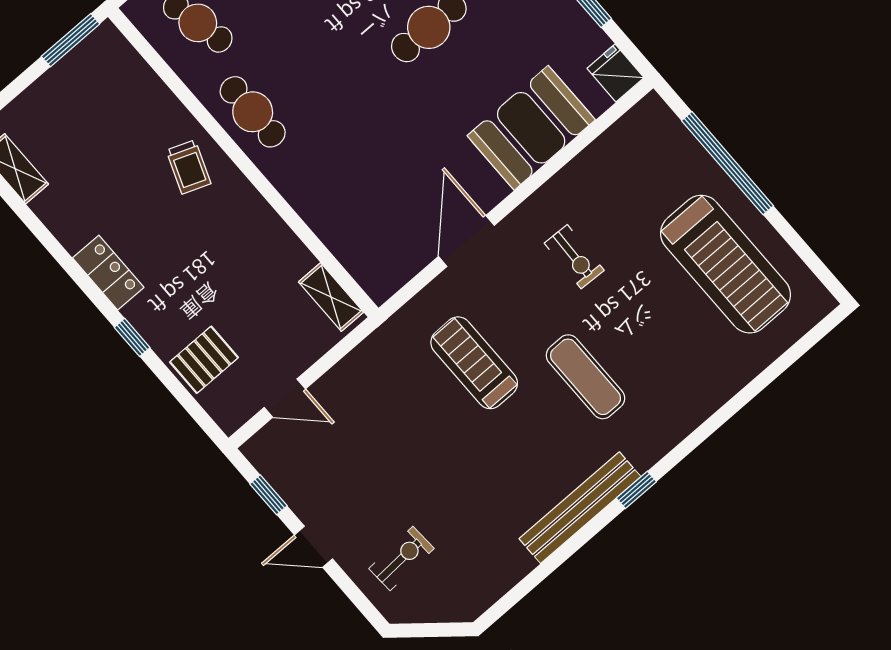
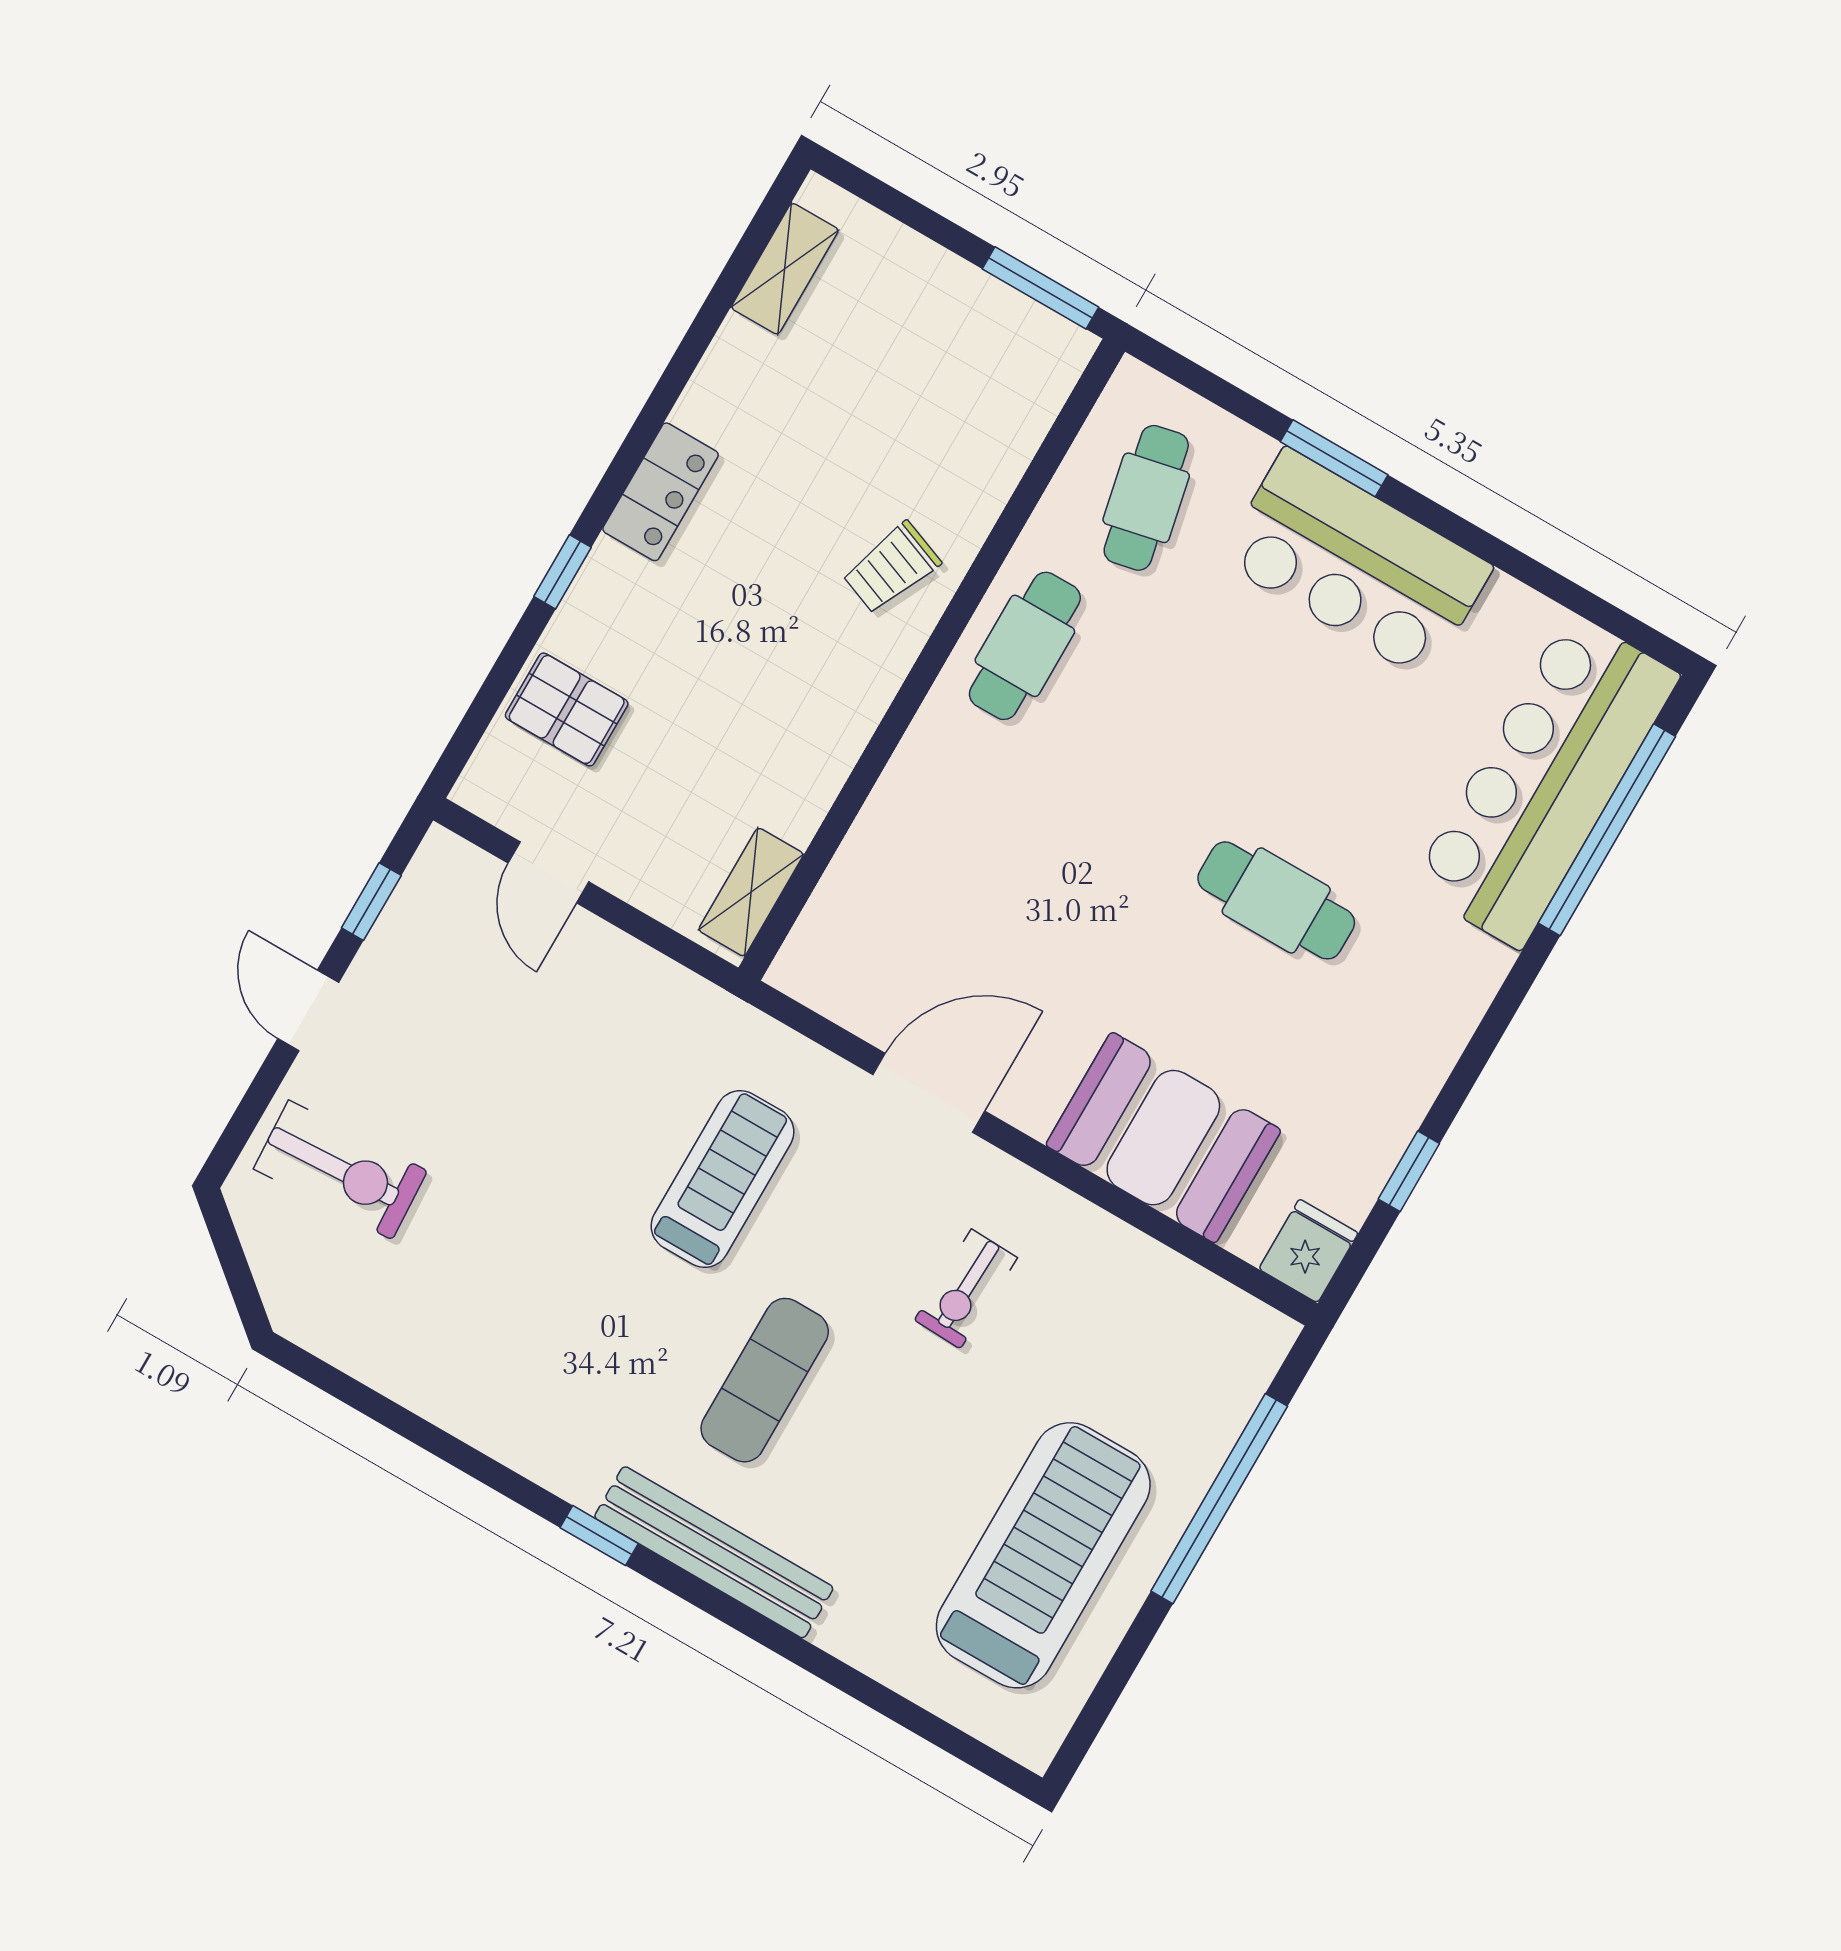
treadmill: (726, 264) -> (1043, 1555), turned 180
bench: (580, 508) -> (714, 1552), moved
exercise bike: (401, 558) -> (340, 1170), width x1.38, depth x1.39

